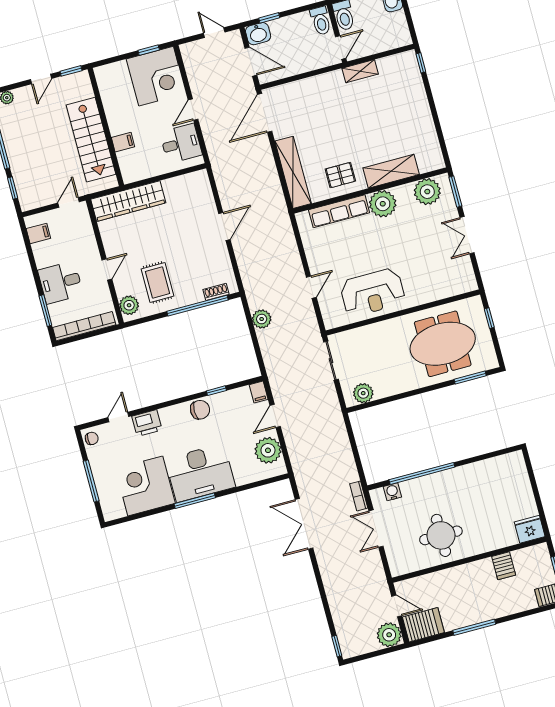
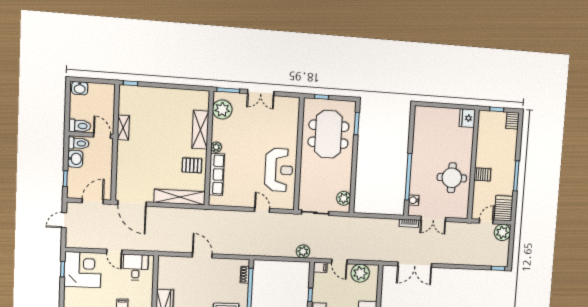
washbasin: (258, 34) -> (75, 159), moved
pallet: (340, 175) -> (192, 165), turned 90
plant: (383, 204) -> (216, 147), width x0.53, depth x0.53
plant: (262, 319) -> (303, 251), moved
server rack: (504, 566) -> (482, 174), moved

